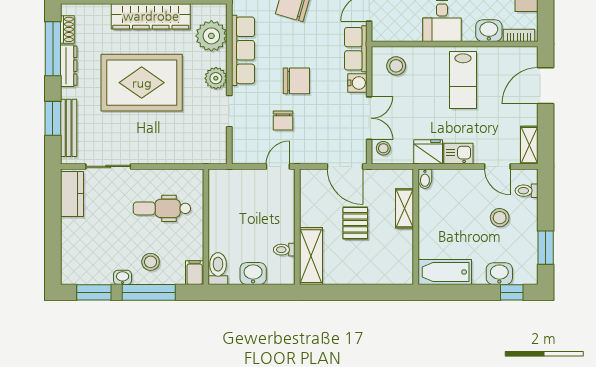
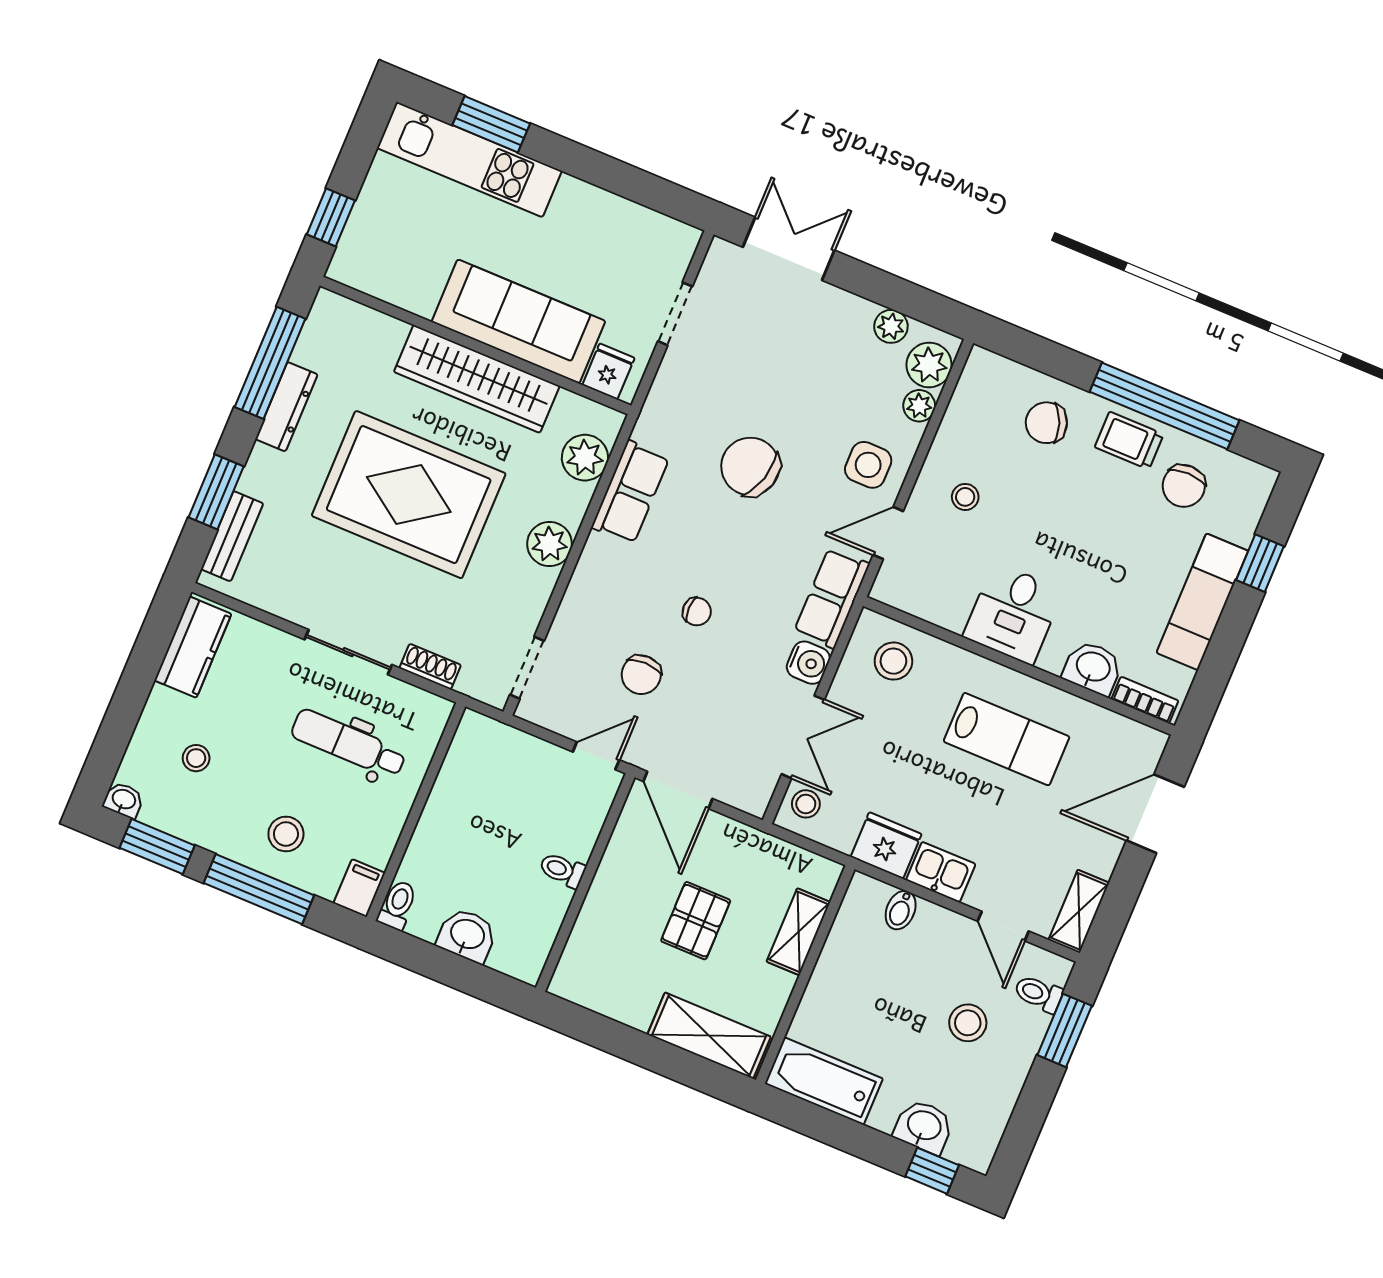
shoe rack: (67, 29) -> (430, 667), moved, turned -90
plant: (211, 36) -> (585, 458), width x0.73, depth x0.73
row of seats: (243, 50) -> (630, 492), width x0.68
lab bench: (463, 80) -> (1007, 739), turned -90
chair: (296, 81) -> (697, 612), width x0.54, depth x0.54
doorway: (229, 111) -> (527, 668), moved
bench: (69, 128) -> (232, 536), width x0.73
sliding door: (108, 166) -> (348, 652), moved
door: (345, 166) -> (678, 790), moved
bidet: (425, 179) -> (901, 910), moved
stool: (95, 244) -> (196, 758), added
window: (546, 248) -> (1065, 1030), moved
toilet: (284, 250) -> (562, 870), moved
shelving: (311, 256) -> (709, 1036), moved, turned 90
toilet: (218, 269) -> (397, 905), width x0.73, depth x0.72
washbasin: (123, 277) -> (124, 800), moved

